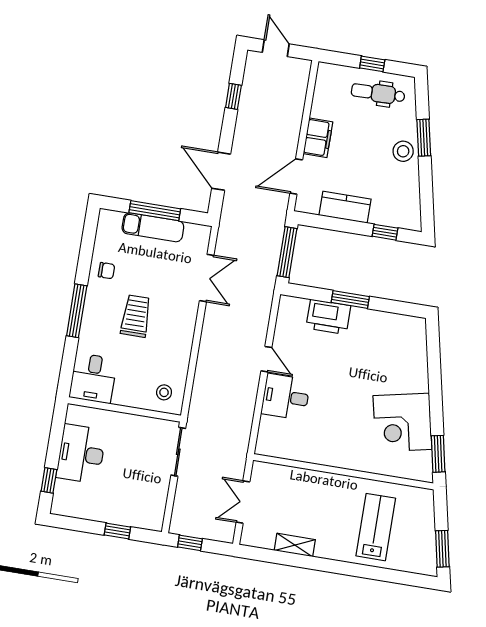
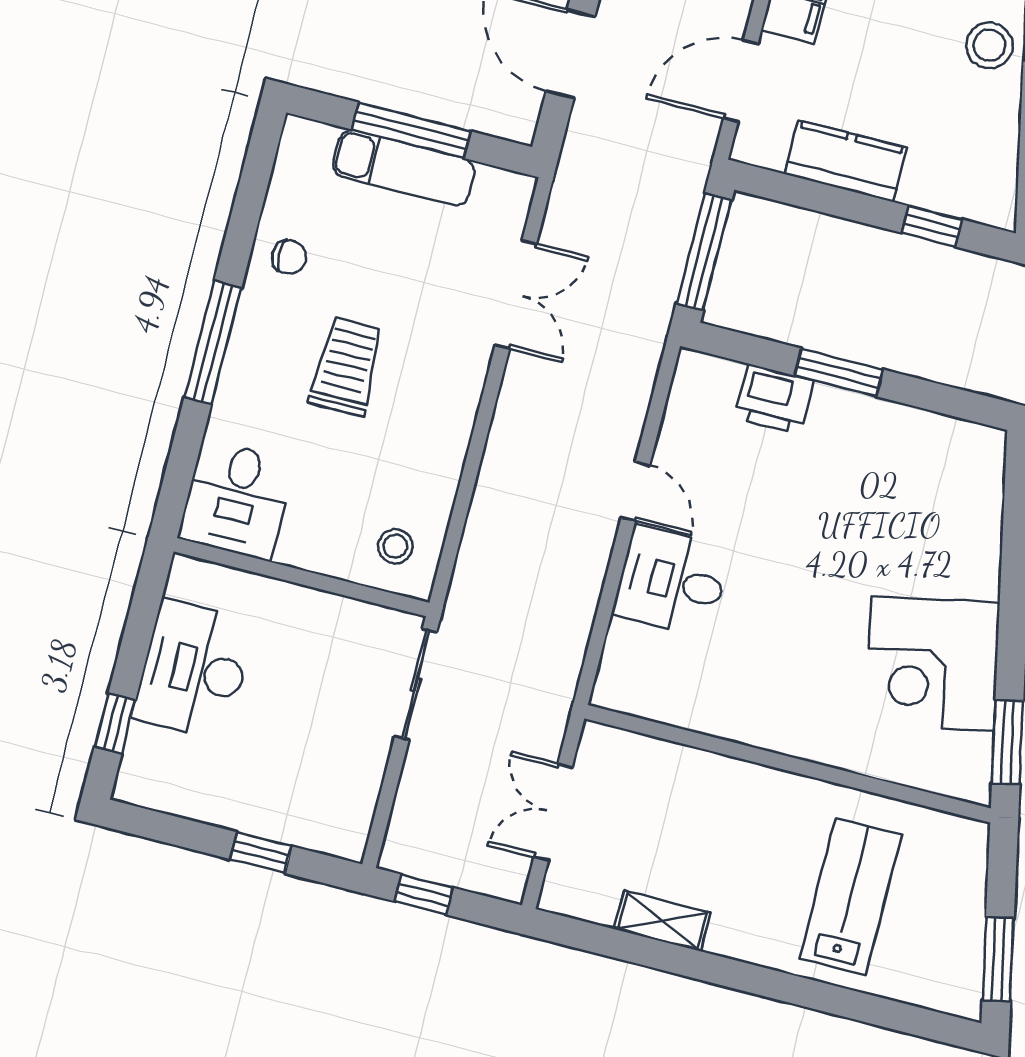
printer: (328, 317) -> (774, 399), width x0.73, depth x0.84

